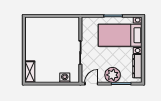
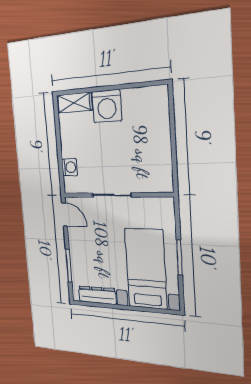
washing machine: (33, 52) -> (107, 106), added
plant: (113, 75) -> (81, 251), removed

